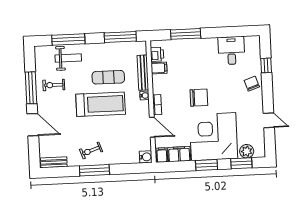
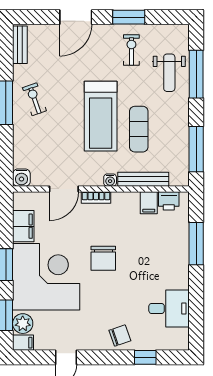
window: (31, 88) -> (129, 17), width x0.69
filing cabinet: (162, 155) -> (23, 343), moved

